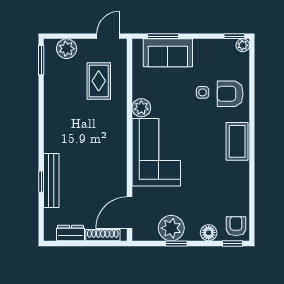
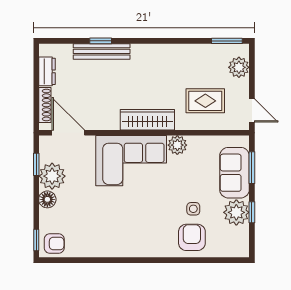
window: (234, 36) -> (252, 212), moved
plant: (243, 45) -> (236, 212), moved, width x1.88, depth x1.88
wardrobe: (117, 136) -> (147, 120), added
coffee table: (237, 141) -> (142, 245), removed
floor lamp: (209, 233) -> (47, 199), moved
window: (176, 243) -> (36, 164), moved

